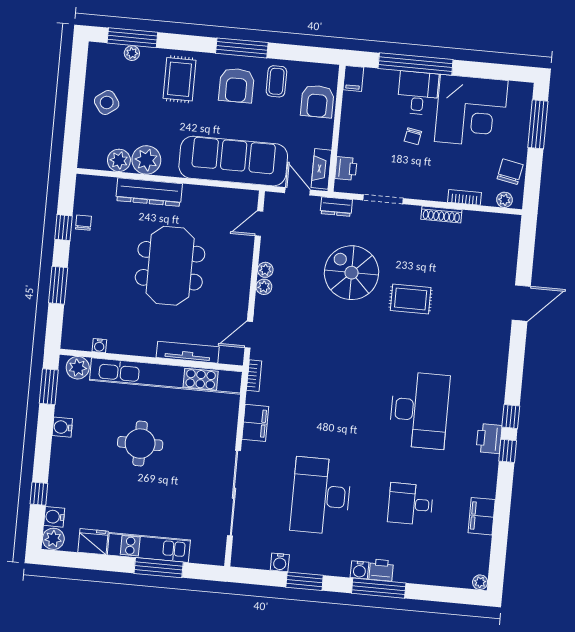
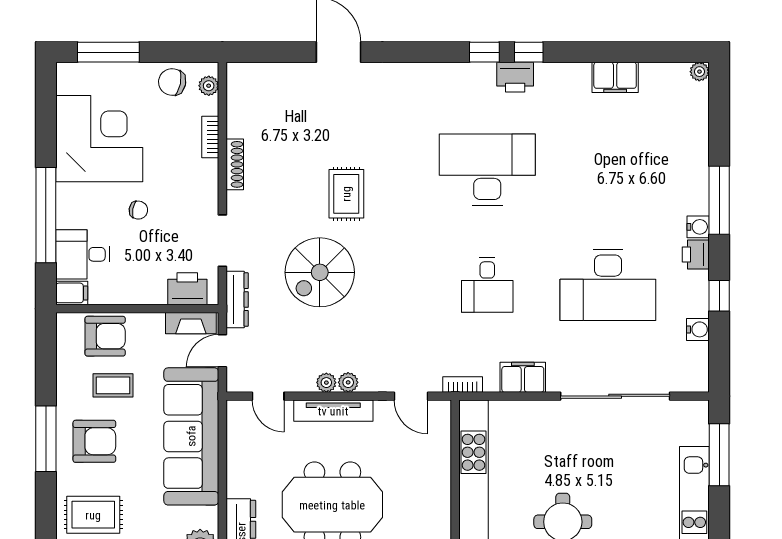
coffee table: (276, 81) -> (113, 385), moved
desk: (418, 93) -> (83, 254), moved
printer: (346, 168) -> (187, 289), width x1.36, depth x1.24
dresser: (336, 207) -> (237, 300), width x1.44
tv unit: (188, 352) -> (333, 411), moved, turned -90
desk: (411, 504) -> (487, 285), moved
window: (159, 568) -> (719, 455), moved
printer: (381, 570) -> (696, 254), moved
window: (305, 581) -> (719, 296), width x0.67

